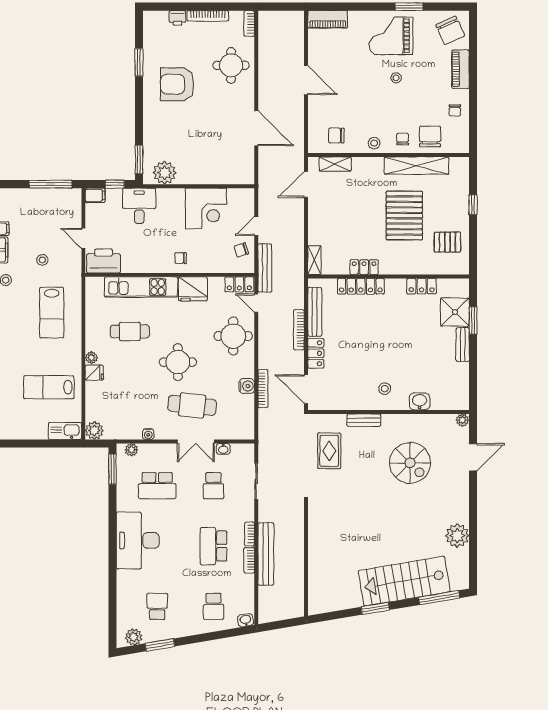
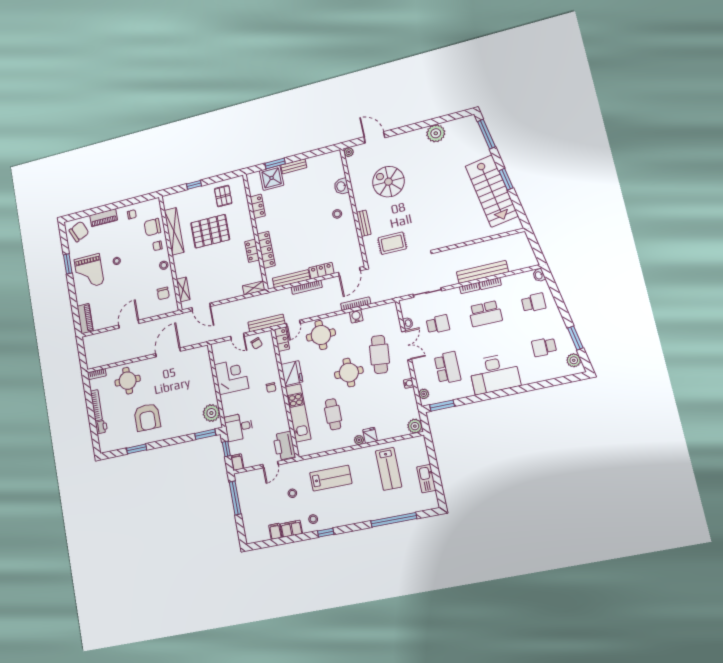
kitchen sink: (65, 431) -> (426, 479), moved
spiral stairs: (410, 463) -> (388, 182), turned -90
stairs: (404, 581) -> (492, 191), moved

